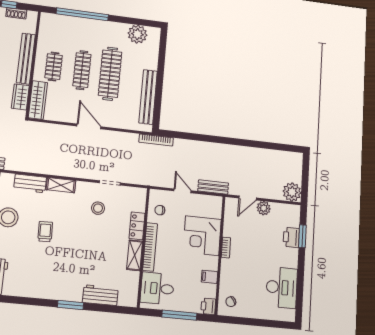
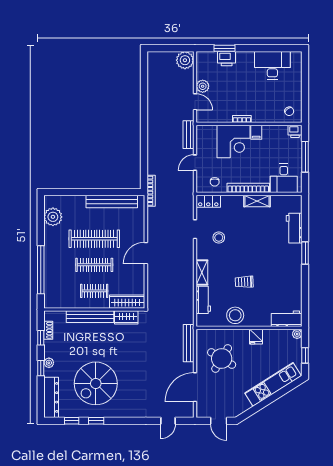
locker: (137, 226) -> (208, 201), moved
filing cabinet: (209, 277) -> (256, 132), moved

